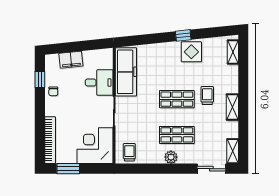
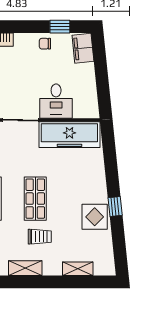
shelving: (233, 52) -> (78, 269), moved
filing cabinet: (71, 60) -> (83, 48), moved

